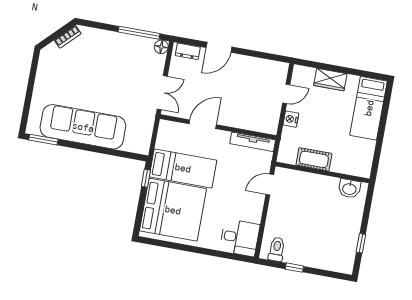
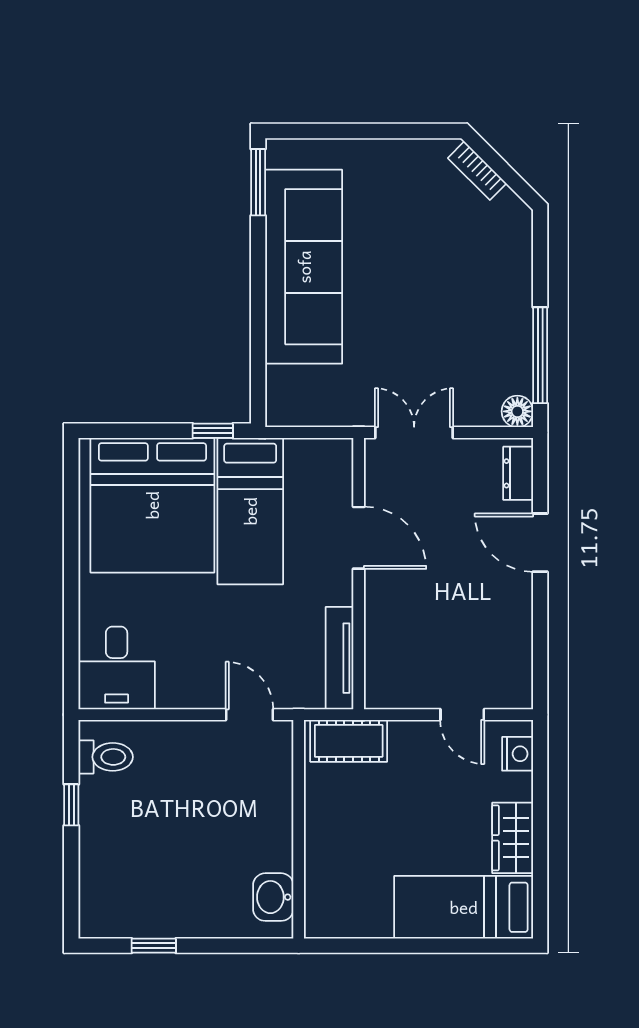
bookcase: (68, 37) -> (477, 171), moved
wardrobe: (330, 80) -> (513, 838), moved
double door: (162, 93) -> (414, 433), swing flipped
nightstand: (291, 119) -> (518, 754), moved, turned 90
cot: (314, 159) -> (349, 741), moved, turned 90

